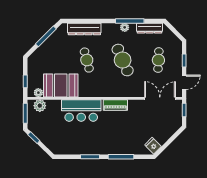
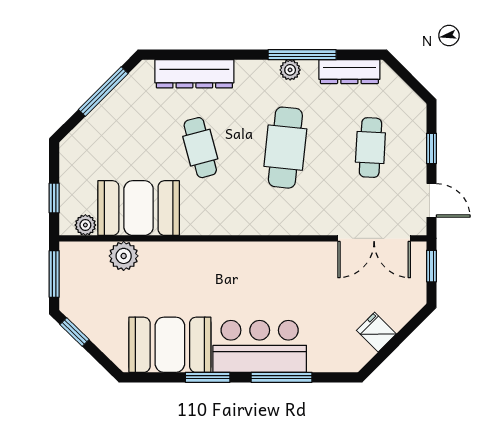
cafe table: (123, 60) -> (285, 148), turned 30
door: (184, 82) -> (431, 200), hinge flipped
double door: (160, 98) -> (374, 238), swing flipped
piano: (115, 105) -> (268, 254), removed
plant: (40, 106) -> (124, 256), moved
bar counter: (81, 110) -> (260, 346), moved, turned 180
booth: (74, 143) -> (170, 345), added
fridge: (153, 146) -> (376, 332), moved

